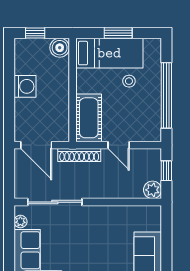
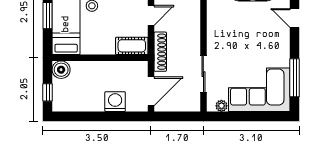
washing machine: (25, 86) -> (115, 102), moved
cot: (89, 118) -> (132, 46), width x0.73, depth x0.75
sliding door: (55, 202) -> (203, 74), width x0.73

